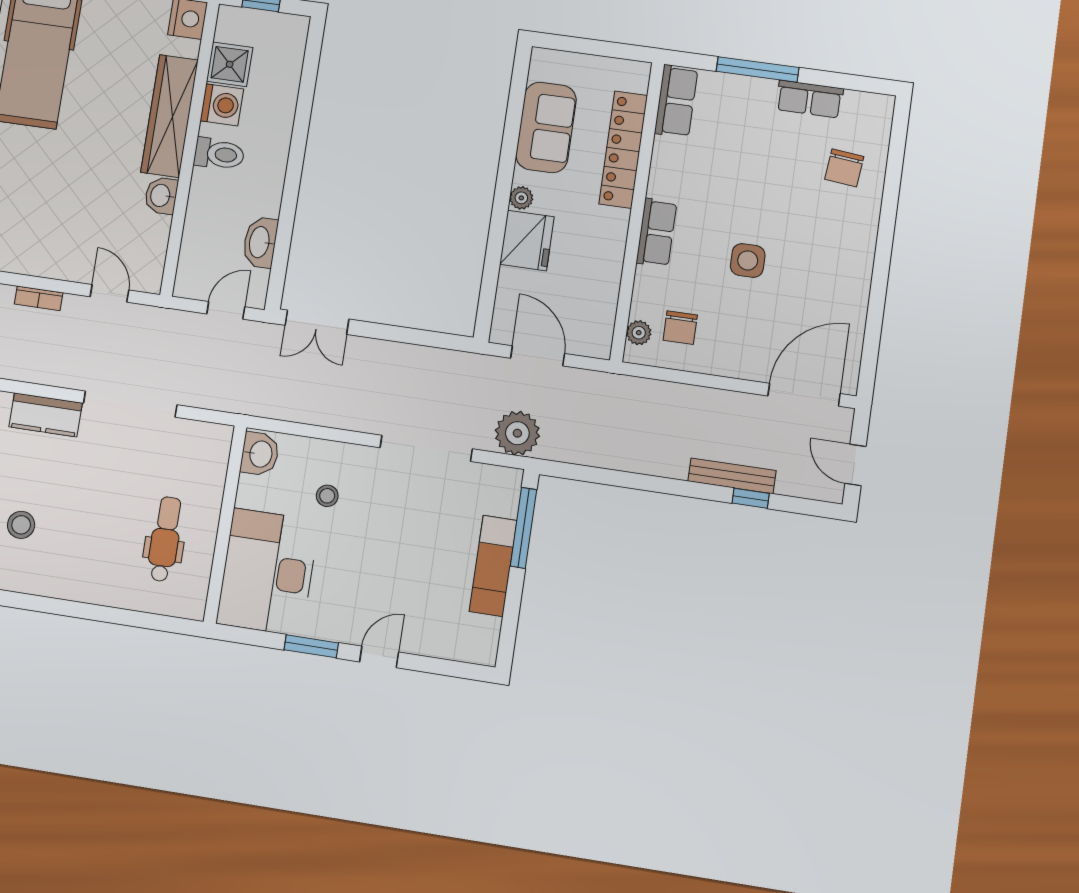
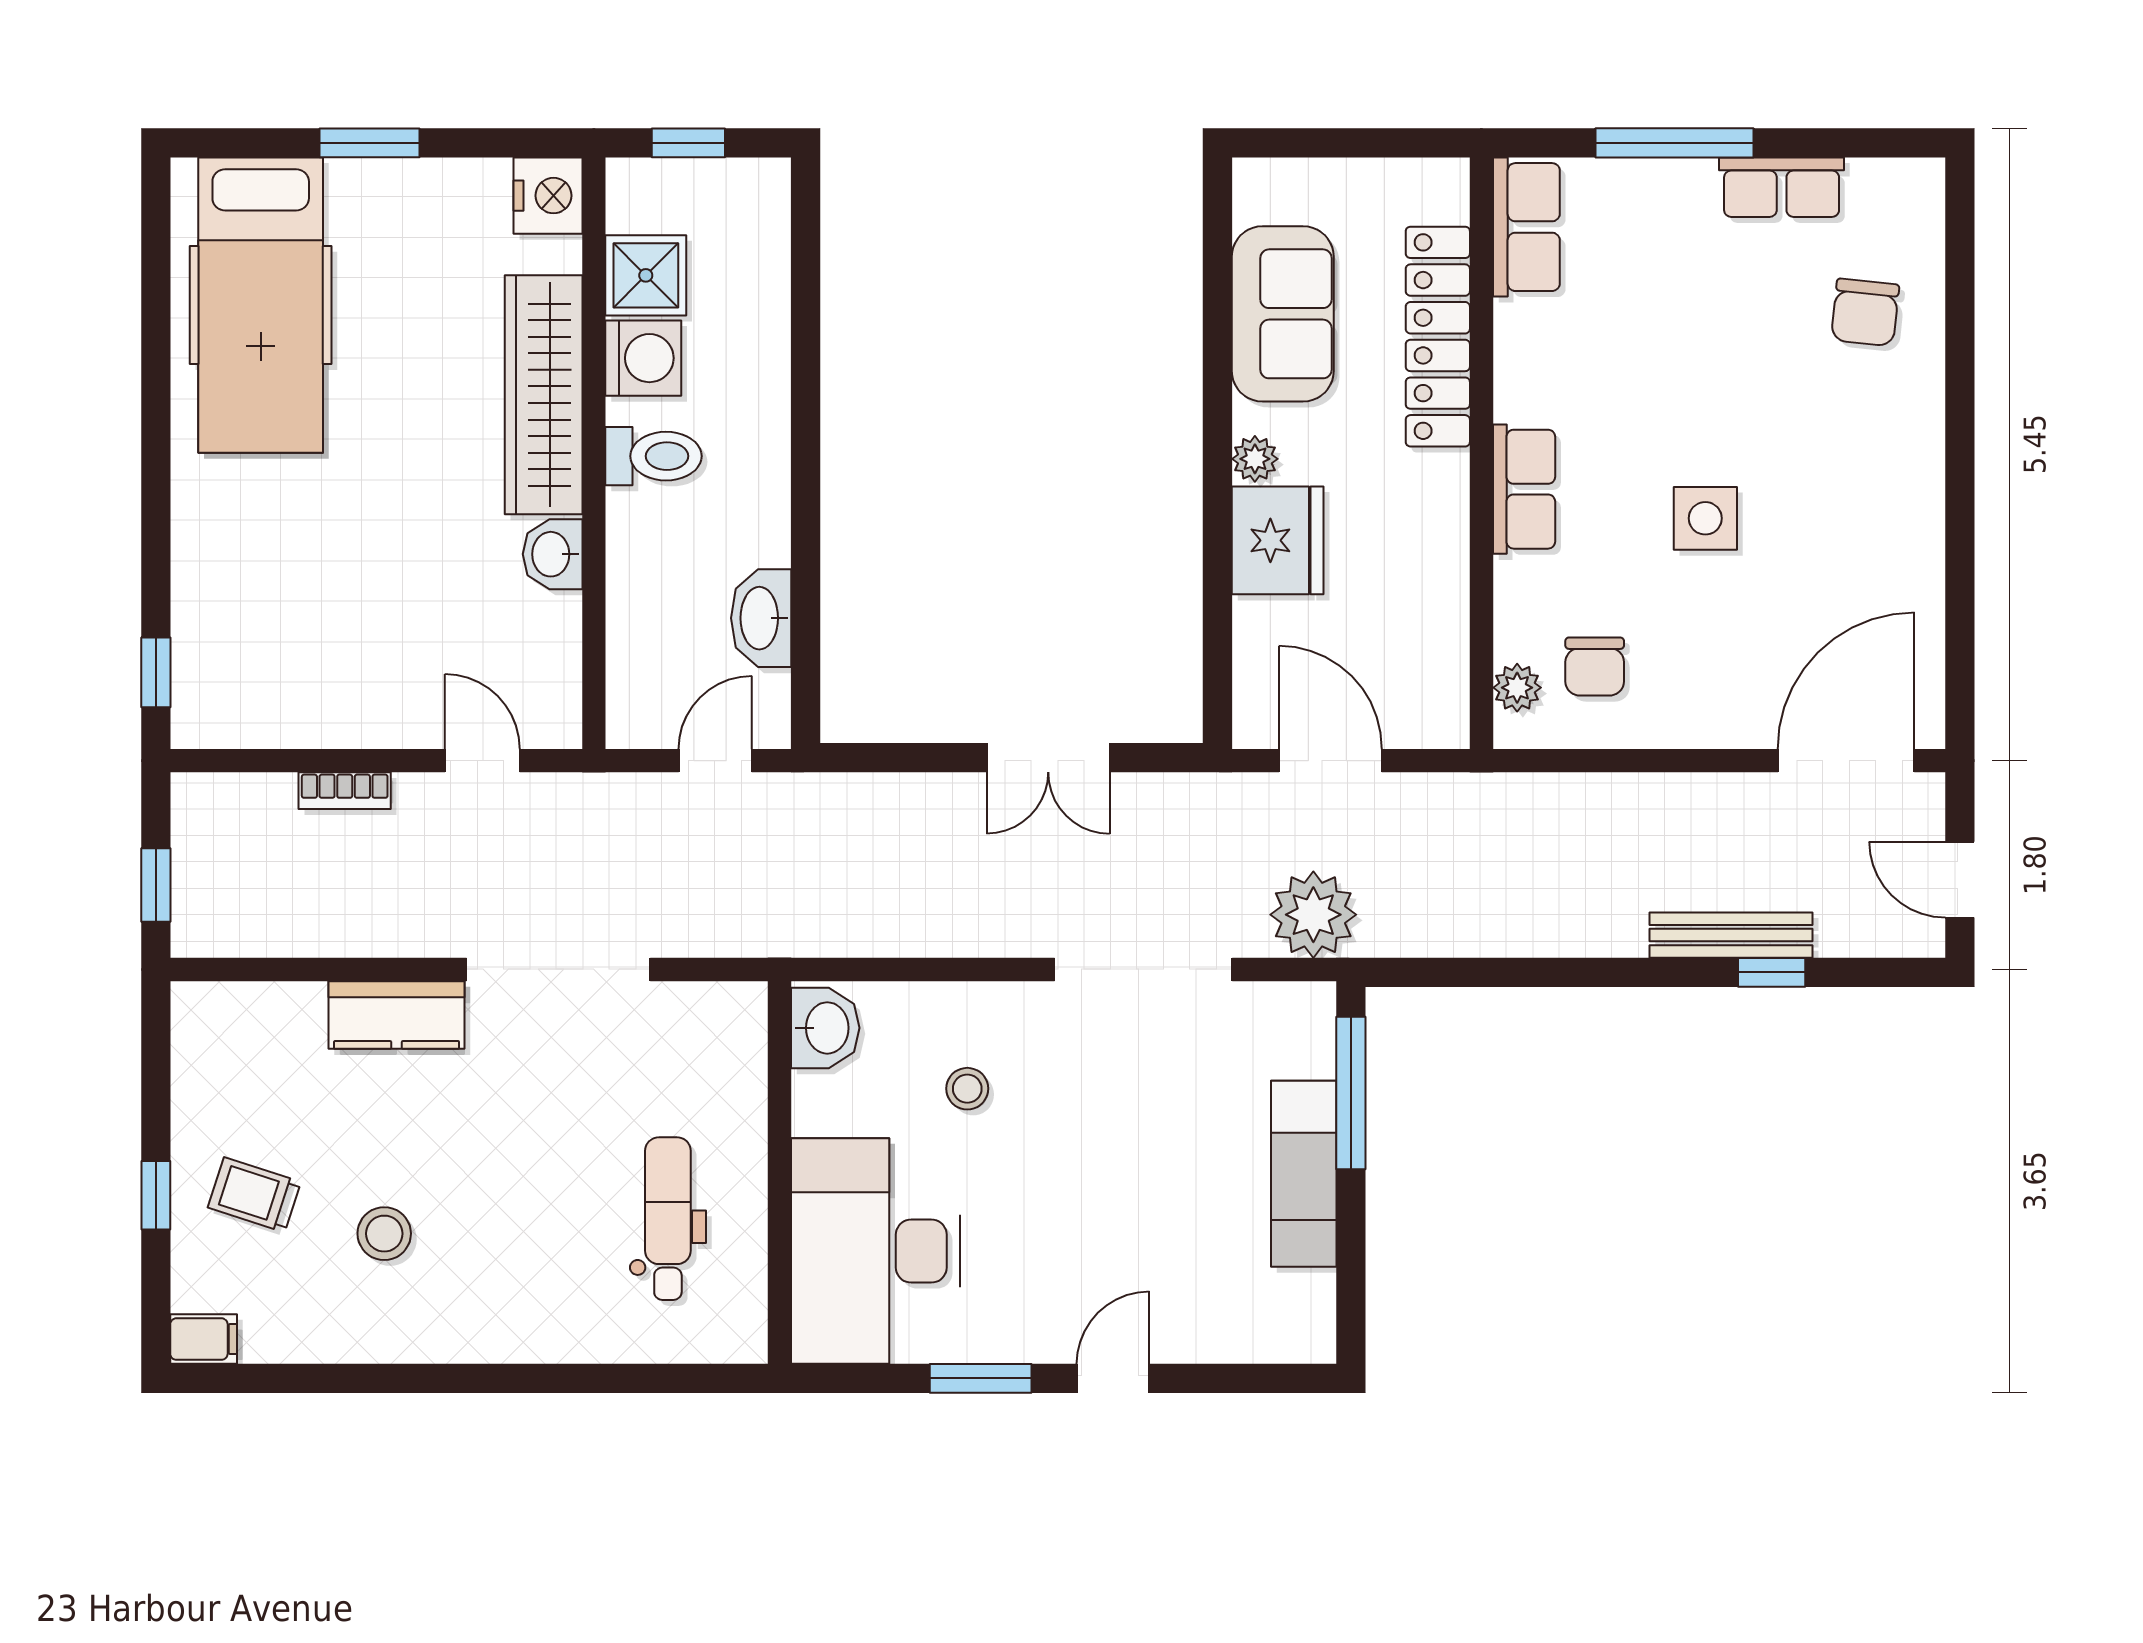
double door: (317, 322) -> (1048, 758), moved

